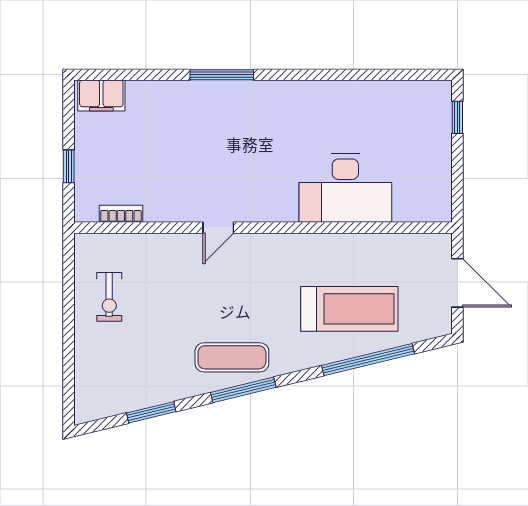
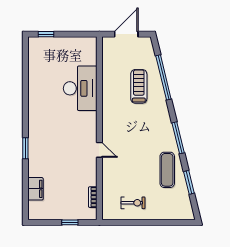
window: (222, 75) -> (25, 148), width x0.69
filing cabinet: (101, 96) -> (35, 189), moved
treadmill: (349, 309) -> (139, 86), width x0.73, depth x0.73
exercise mat: (232, 357) -> (167, 170), moved

